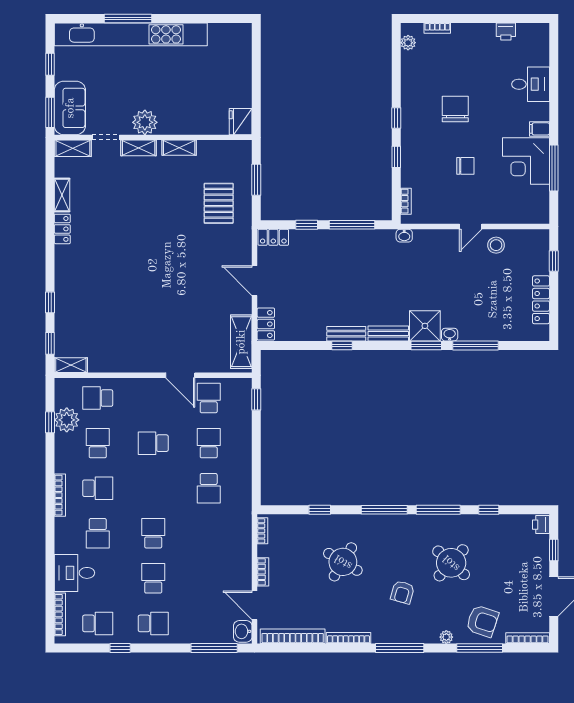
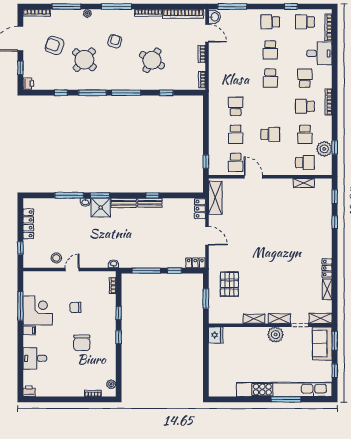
printer: (506, 31) -> (29, 391), moved
shelving: (71, 365) -> (304, 183), moved
armchair: (482, 621) -> (55, 45), moved

